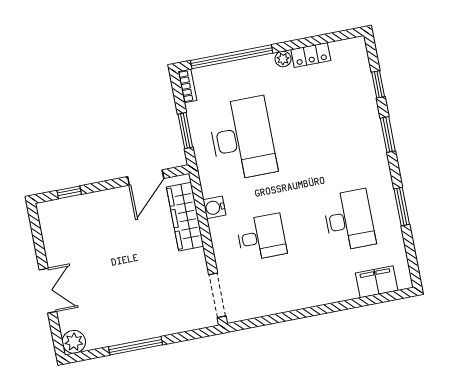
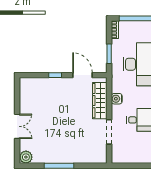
door: (146, 177) -> (82, 75), swing flipped
window: (69, 192) -> (55, 75), moved
doorway: (217, 295) -> (109, 132), moved

